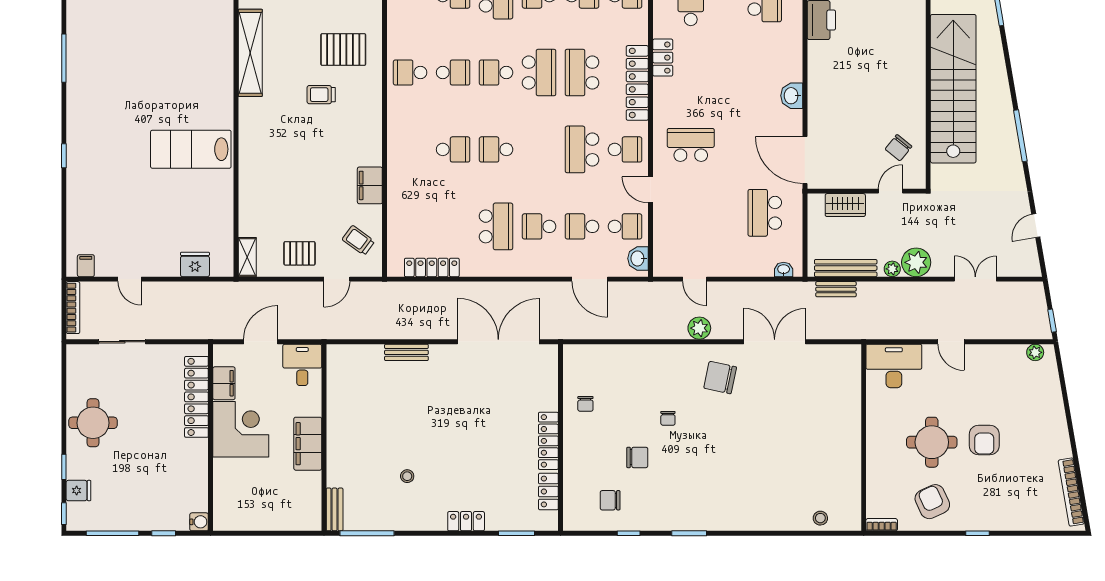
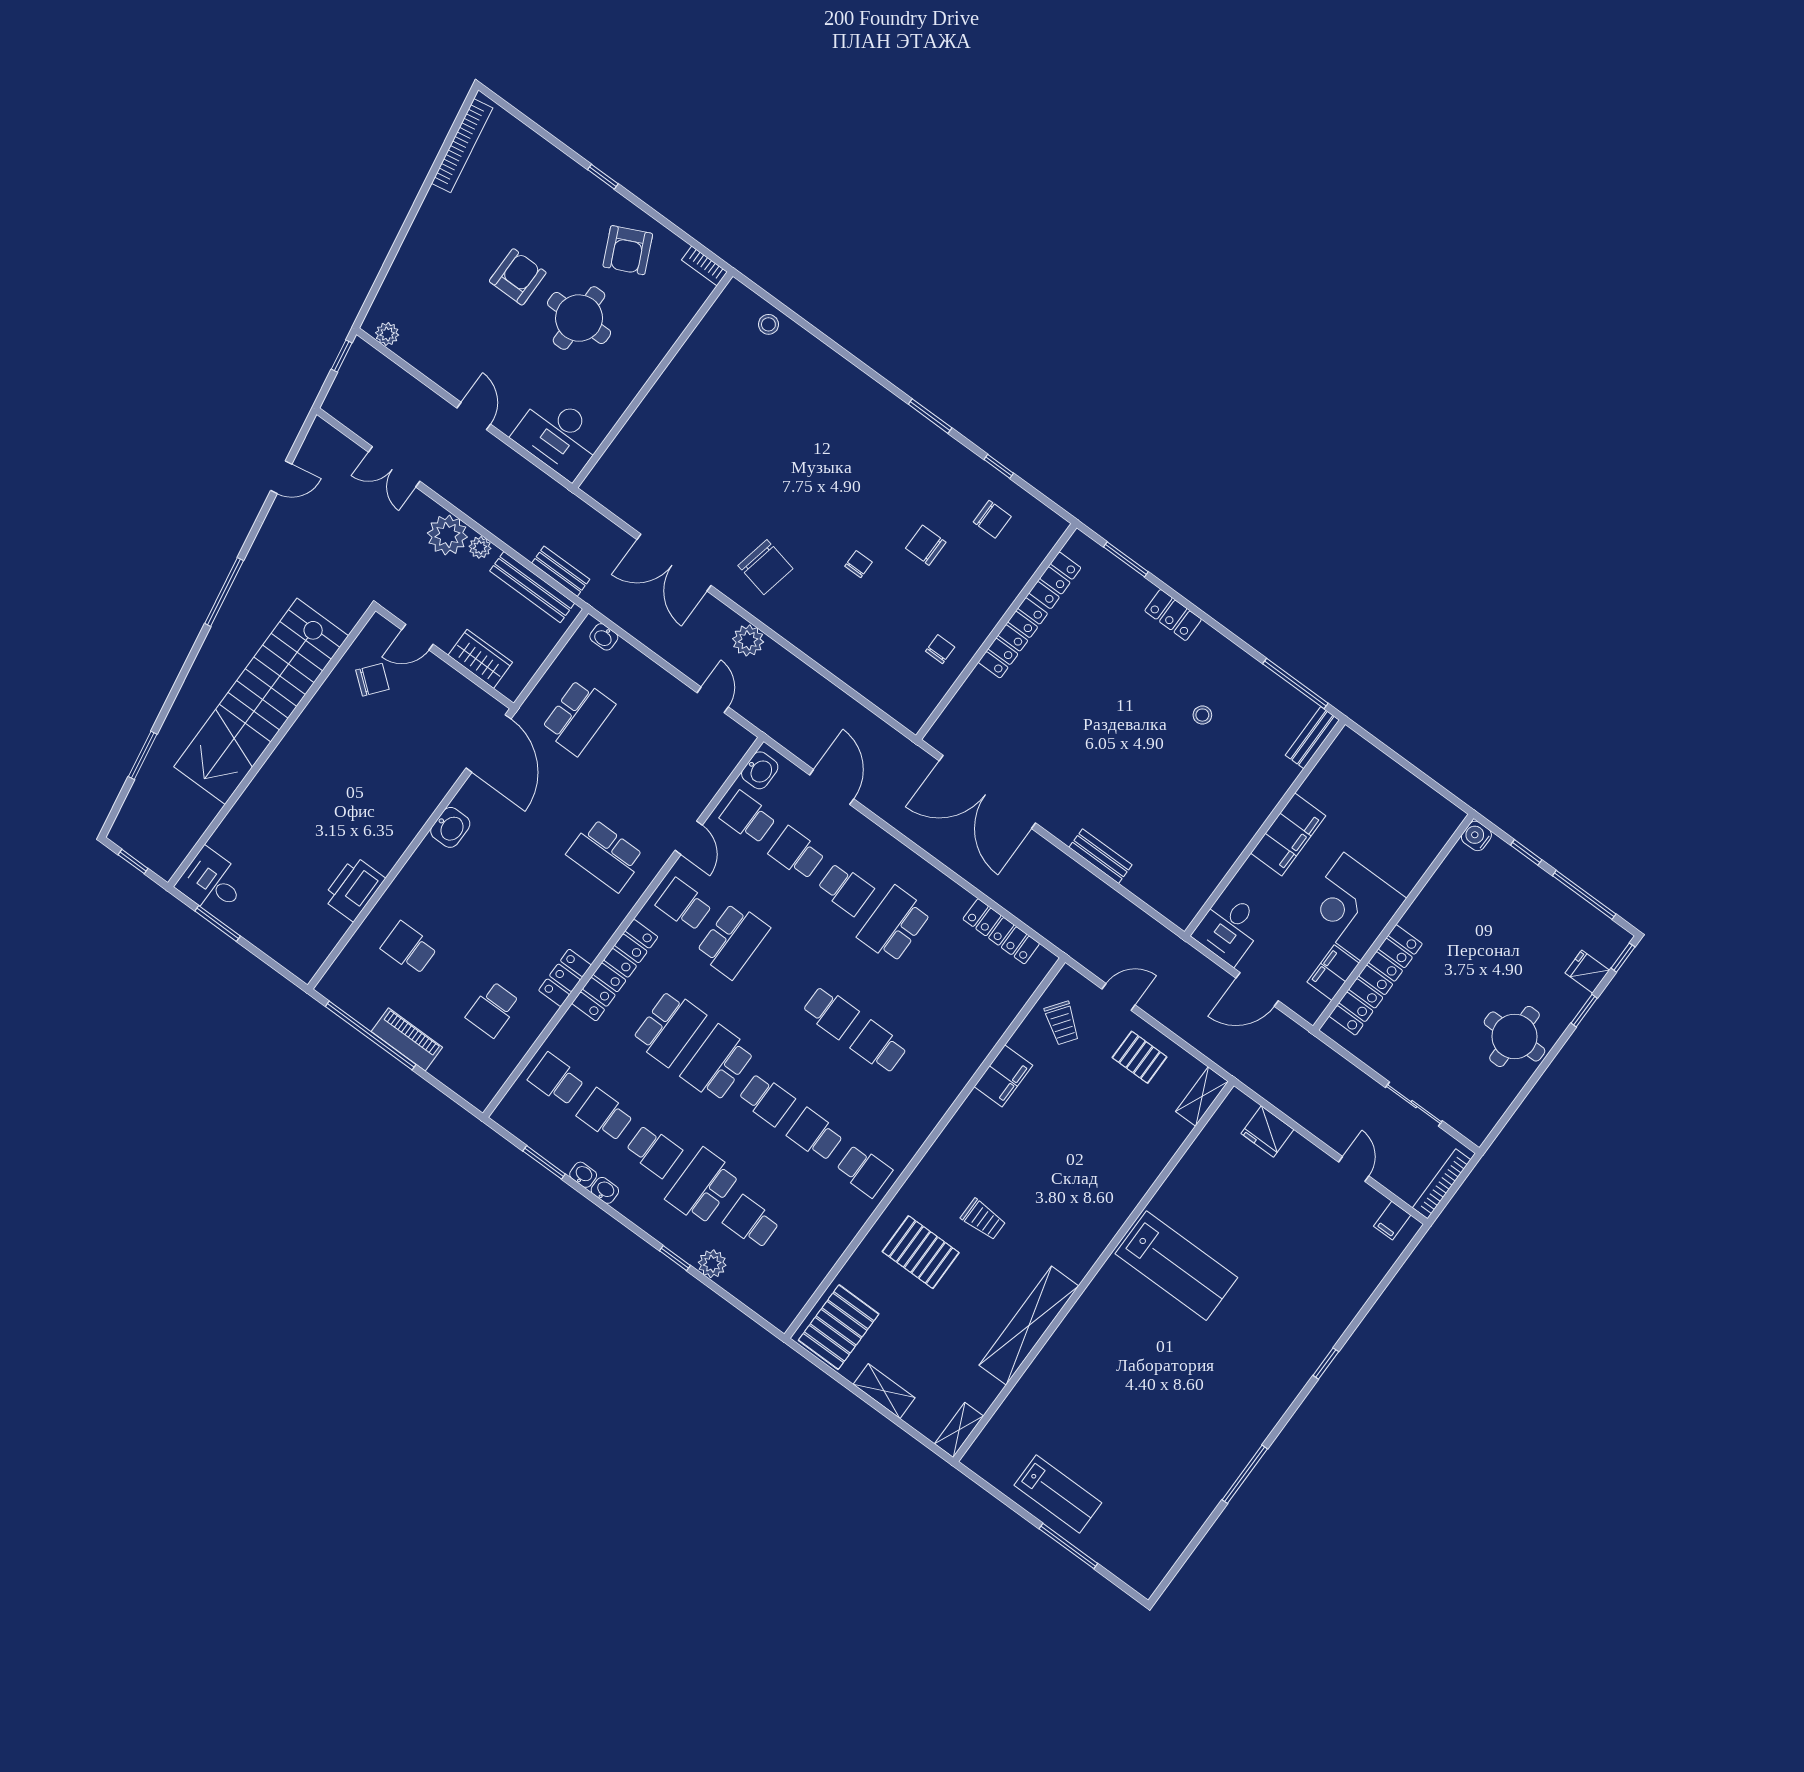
school desk: (582, 226) -> (797, 853), turned 180

